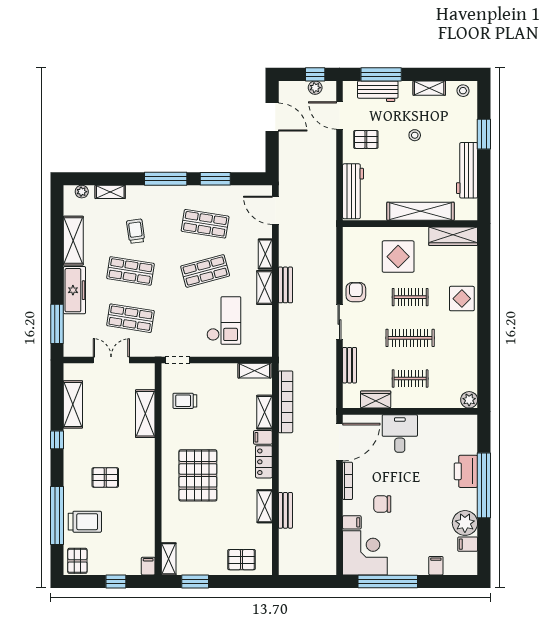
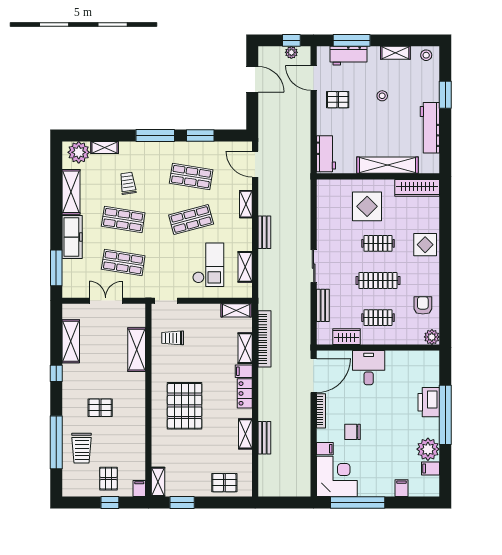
workbench: (353, 191) -> (326, 154), width x0.73
plant: (82, 192) -> (79, 152), width x1.87, depth x1.87
shelving: (264, 288) -> (245, 267), moved
armchair: (356, 292) -> (423, 305), moved
trolley: (85, 522) -> (82, 448), turned 90
pallet: (77, 561) -> (108, 479), moved

